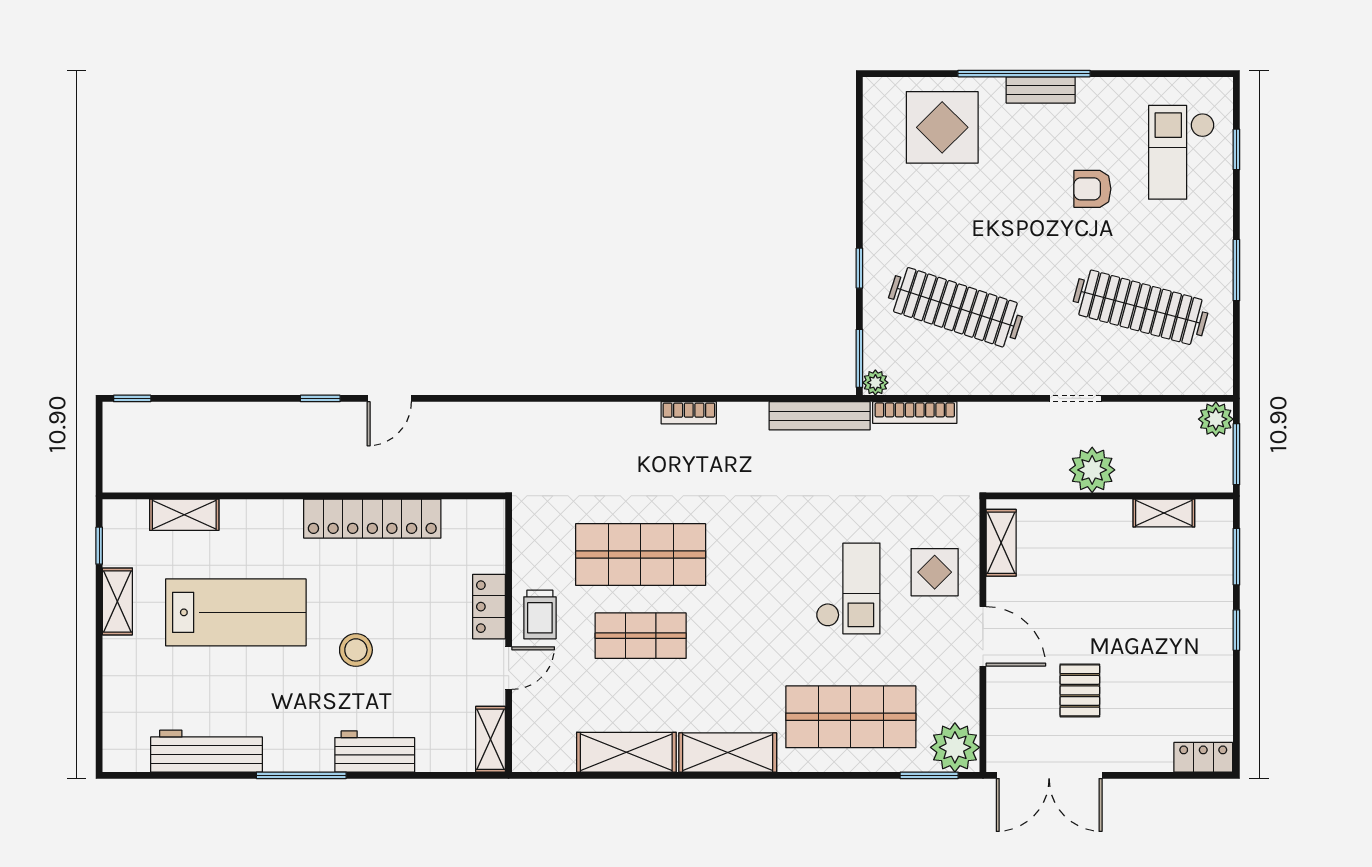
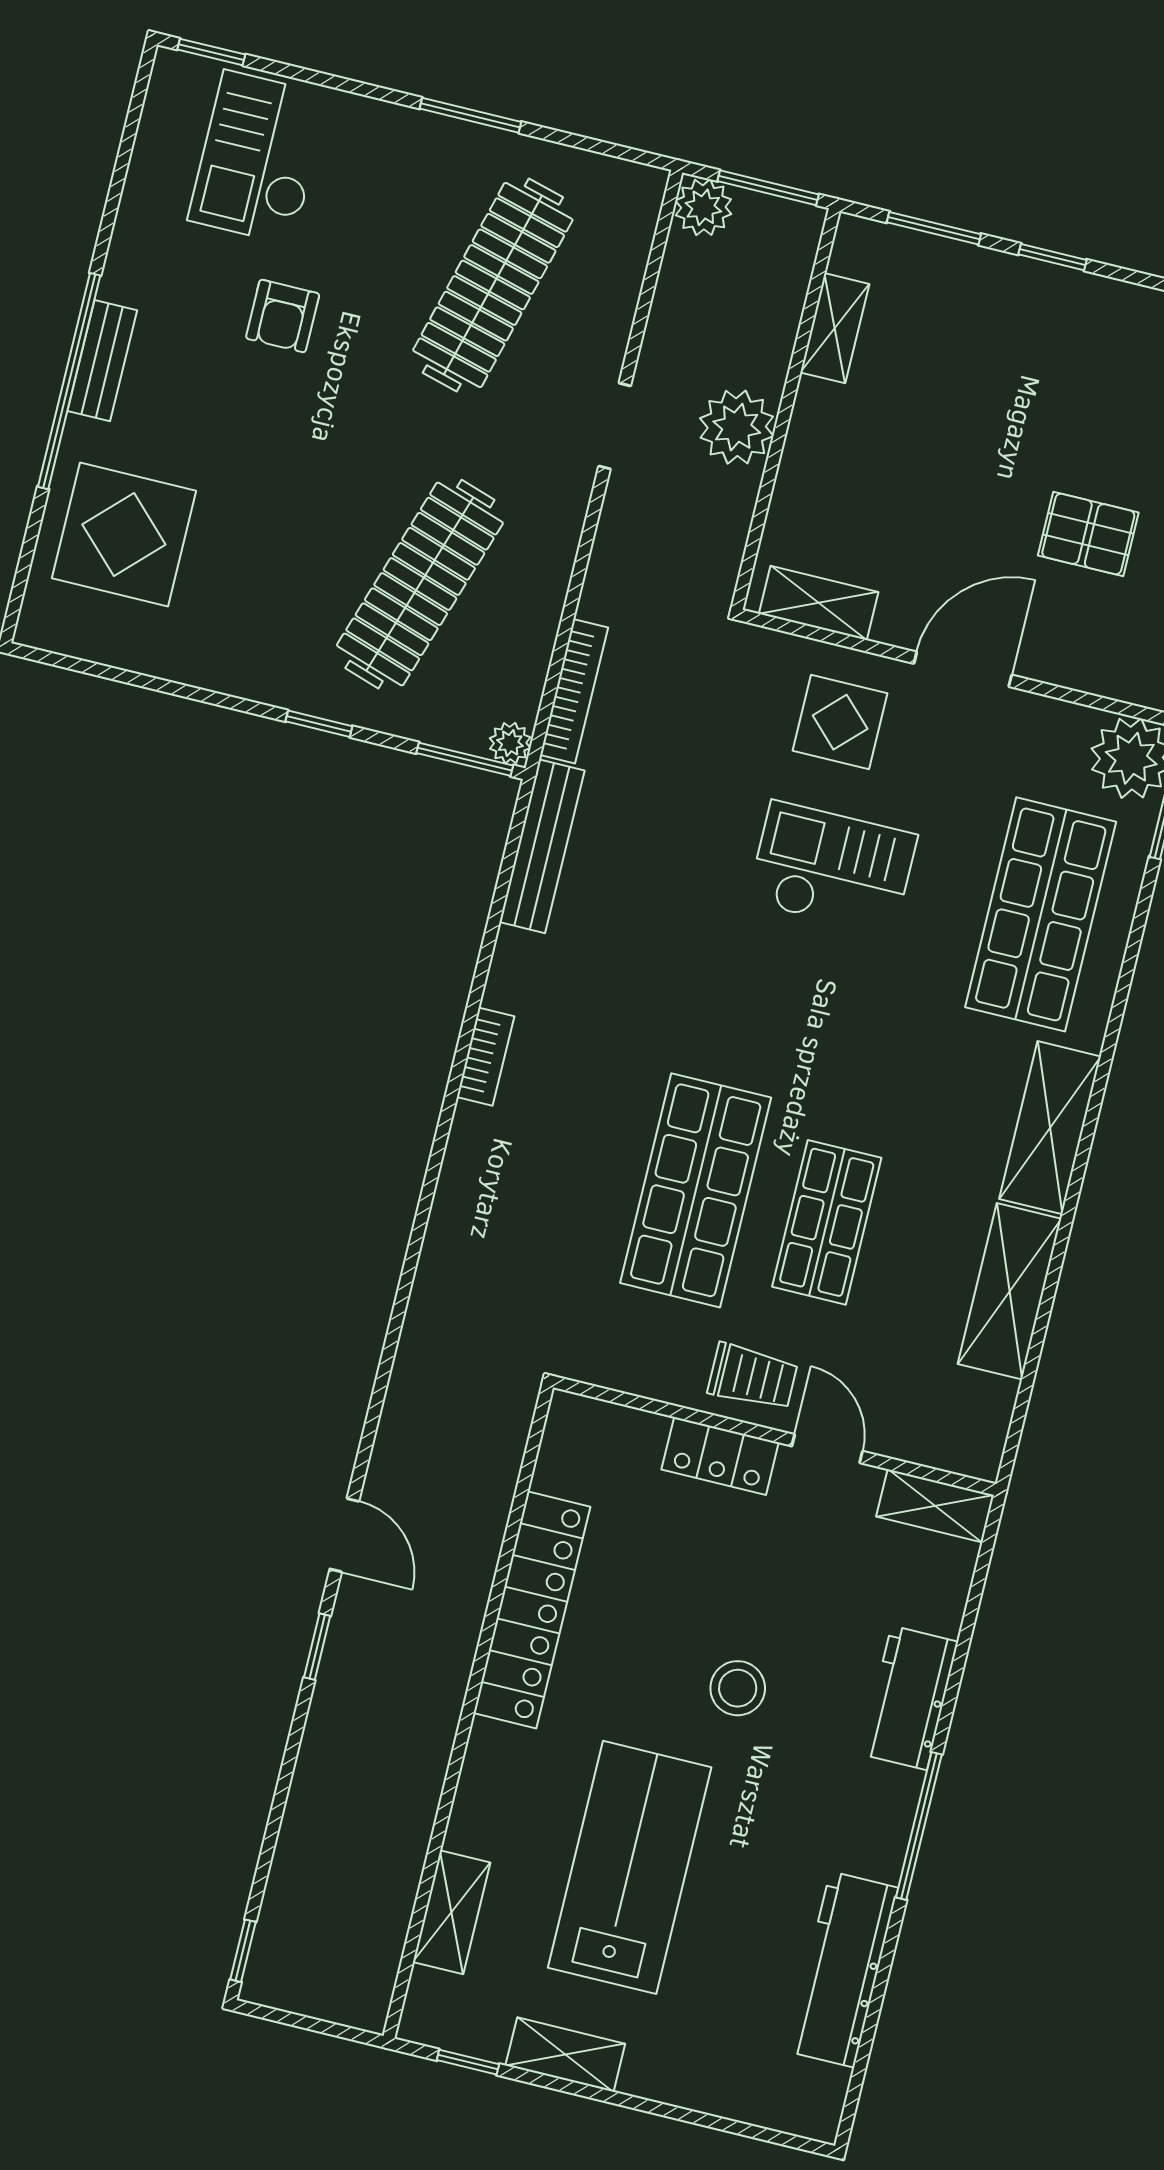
window: (1236, 149) -> (211, 52), moved
checkout: (1181, 152) -> (259, 158), turned 90

